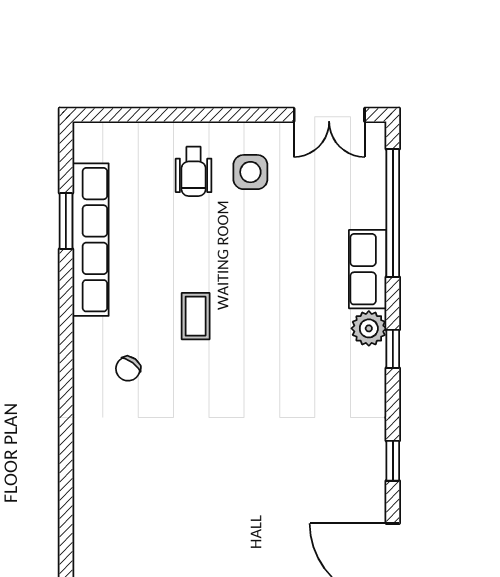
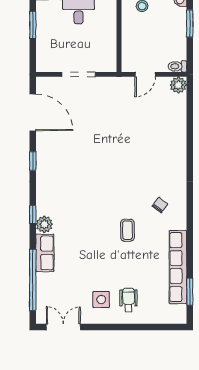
window: (66, 221) -> (190, 292), moved

